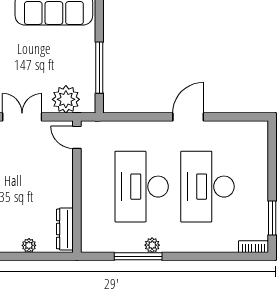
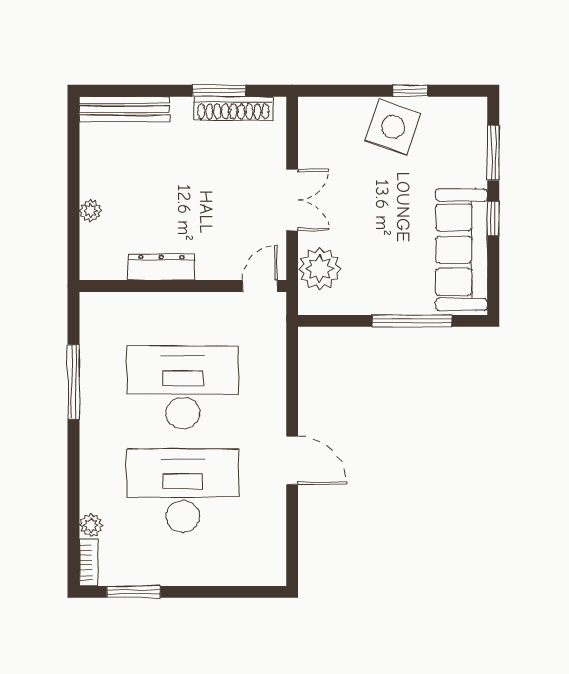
window: (99, 68) -> (412, 321), moved
dresser: (65, 229) -> (161, 267), moved
plant: (152, 245) -> (91, 525), moved

